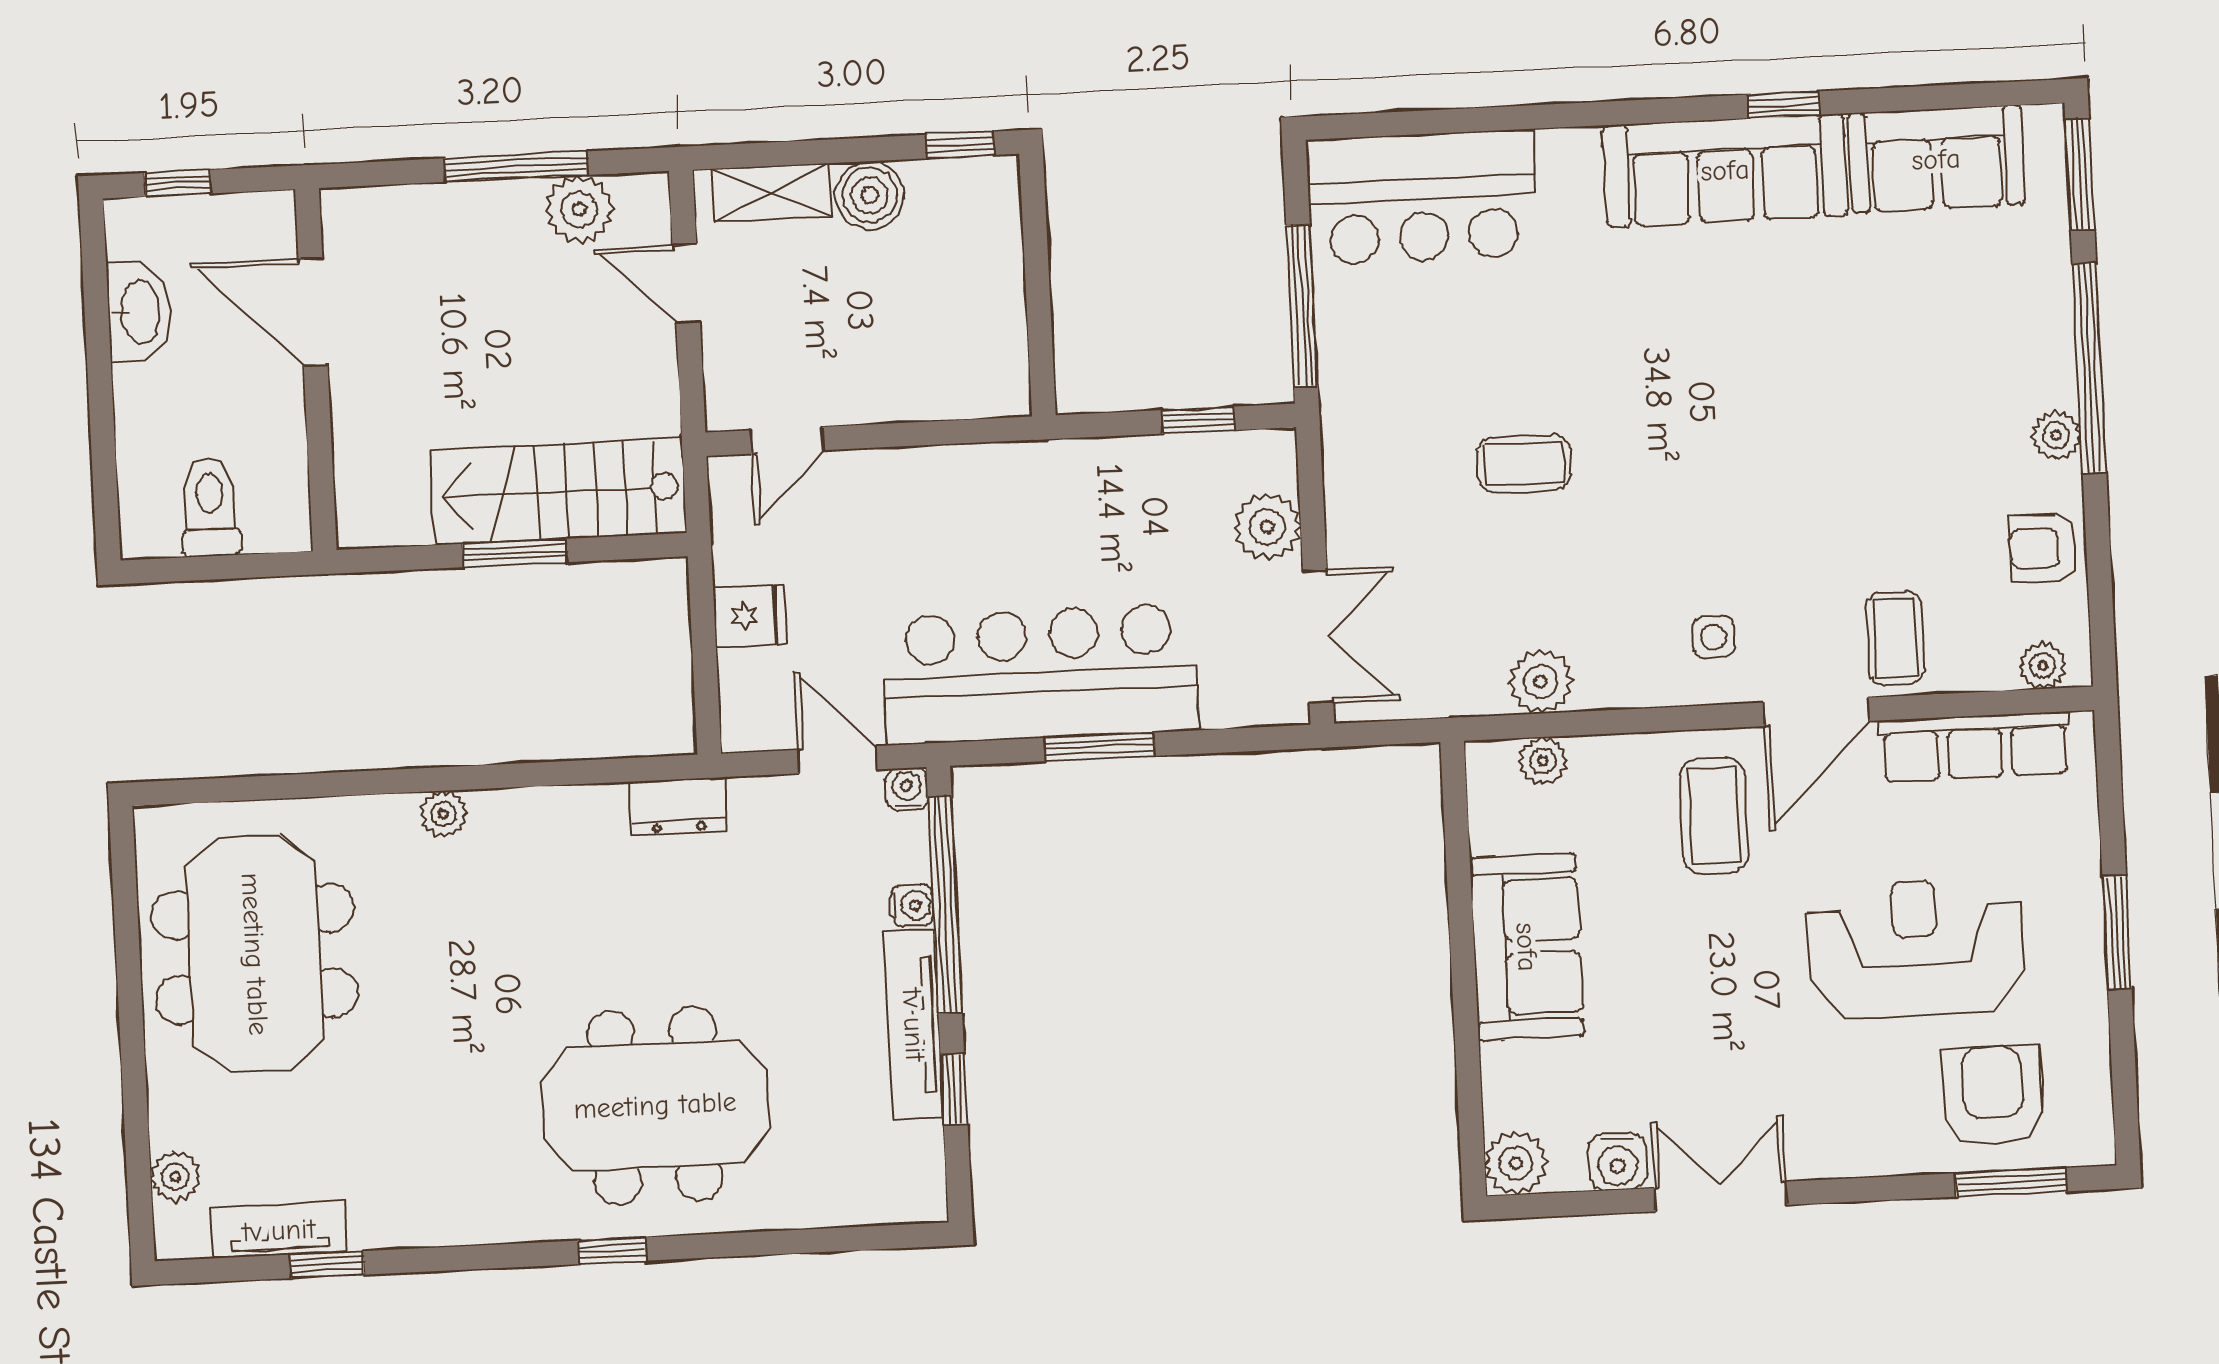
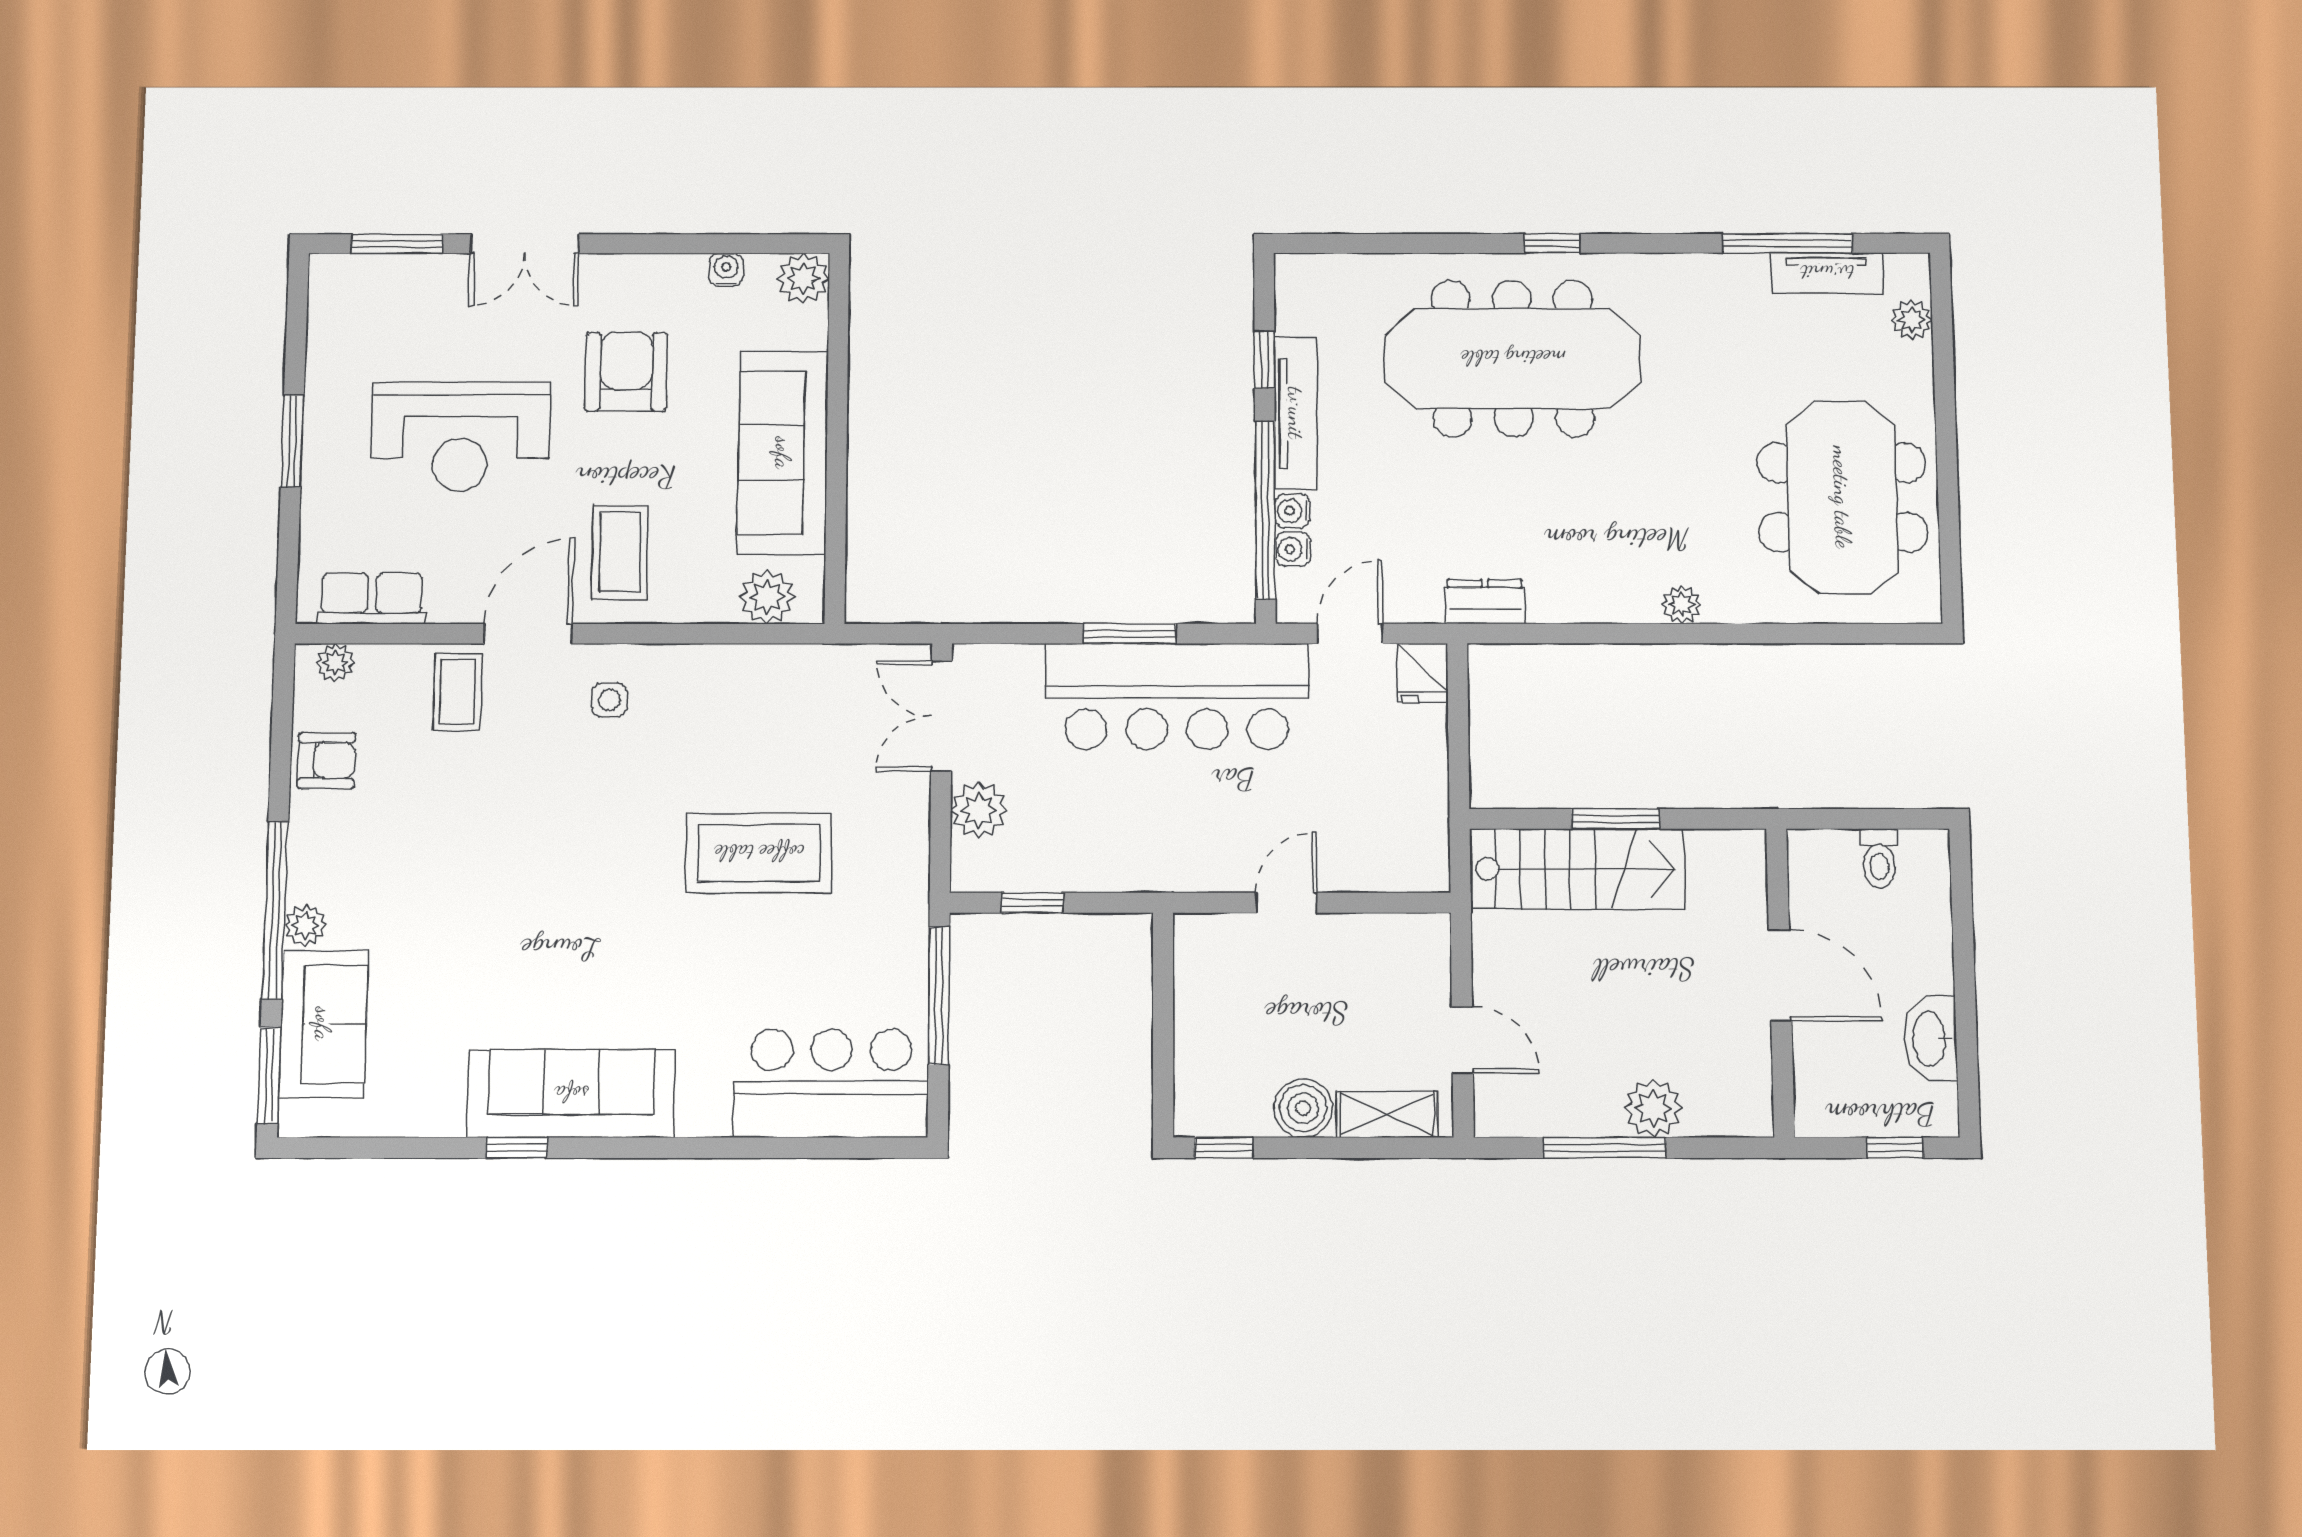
sofa: (1936, 159) -> (323, 1024), moved, turned 90
plant: (579, 209) -> (1653, 1108), moved
door: (313, 312) -> (1780, 975), moved
plant: (2056, 435) -> (305, 925), moved
door: (787, 440) -> (1286, 903), moved
coffee table: (1524, 463) -> (759, 853), width x1.86, depth x1.72
toilet: (210, 507) -> (1879, 858), width x0.73, depth x0.72
fridge: (750, 616) -> (1423, 673), moved, turned -90
plant: (1541, 681) -> (757, 670), removed
row of seats: (1975, 747) -> (372, 599), width x0.68
door: (837, 760) -> (1350, 634), swing flipped
plant: (1543, 761) -> (767, 597), width x1.38, depth x1.38
water cooler: (907, 789) -> (1293, 549), moved, turned 90
sofa: (1527, 947) -> (783, 453), width x1.36
armchair: (1993, 1096) -> (626, 372), moved, turned 180
meeting table: (655, 1105) -> (1513, 358), width x1.36
water cooler: (1617, 1161) -> (726, 270), width x0.72, depth x0.72
double door: (1721, 1196) -> (525, 244), moved
window: (327, 1265) -> (1787, 243), width x2.17

